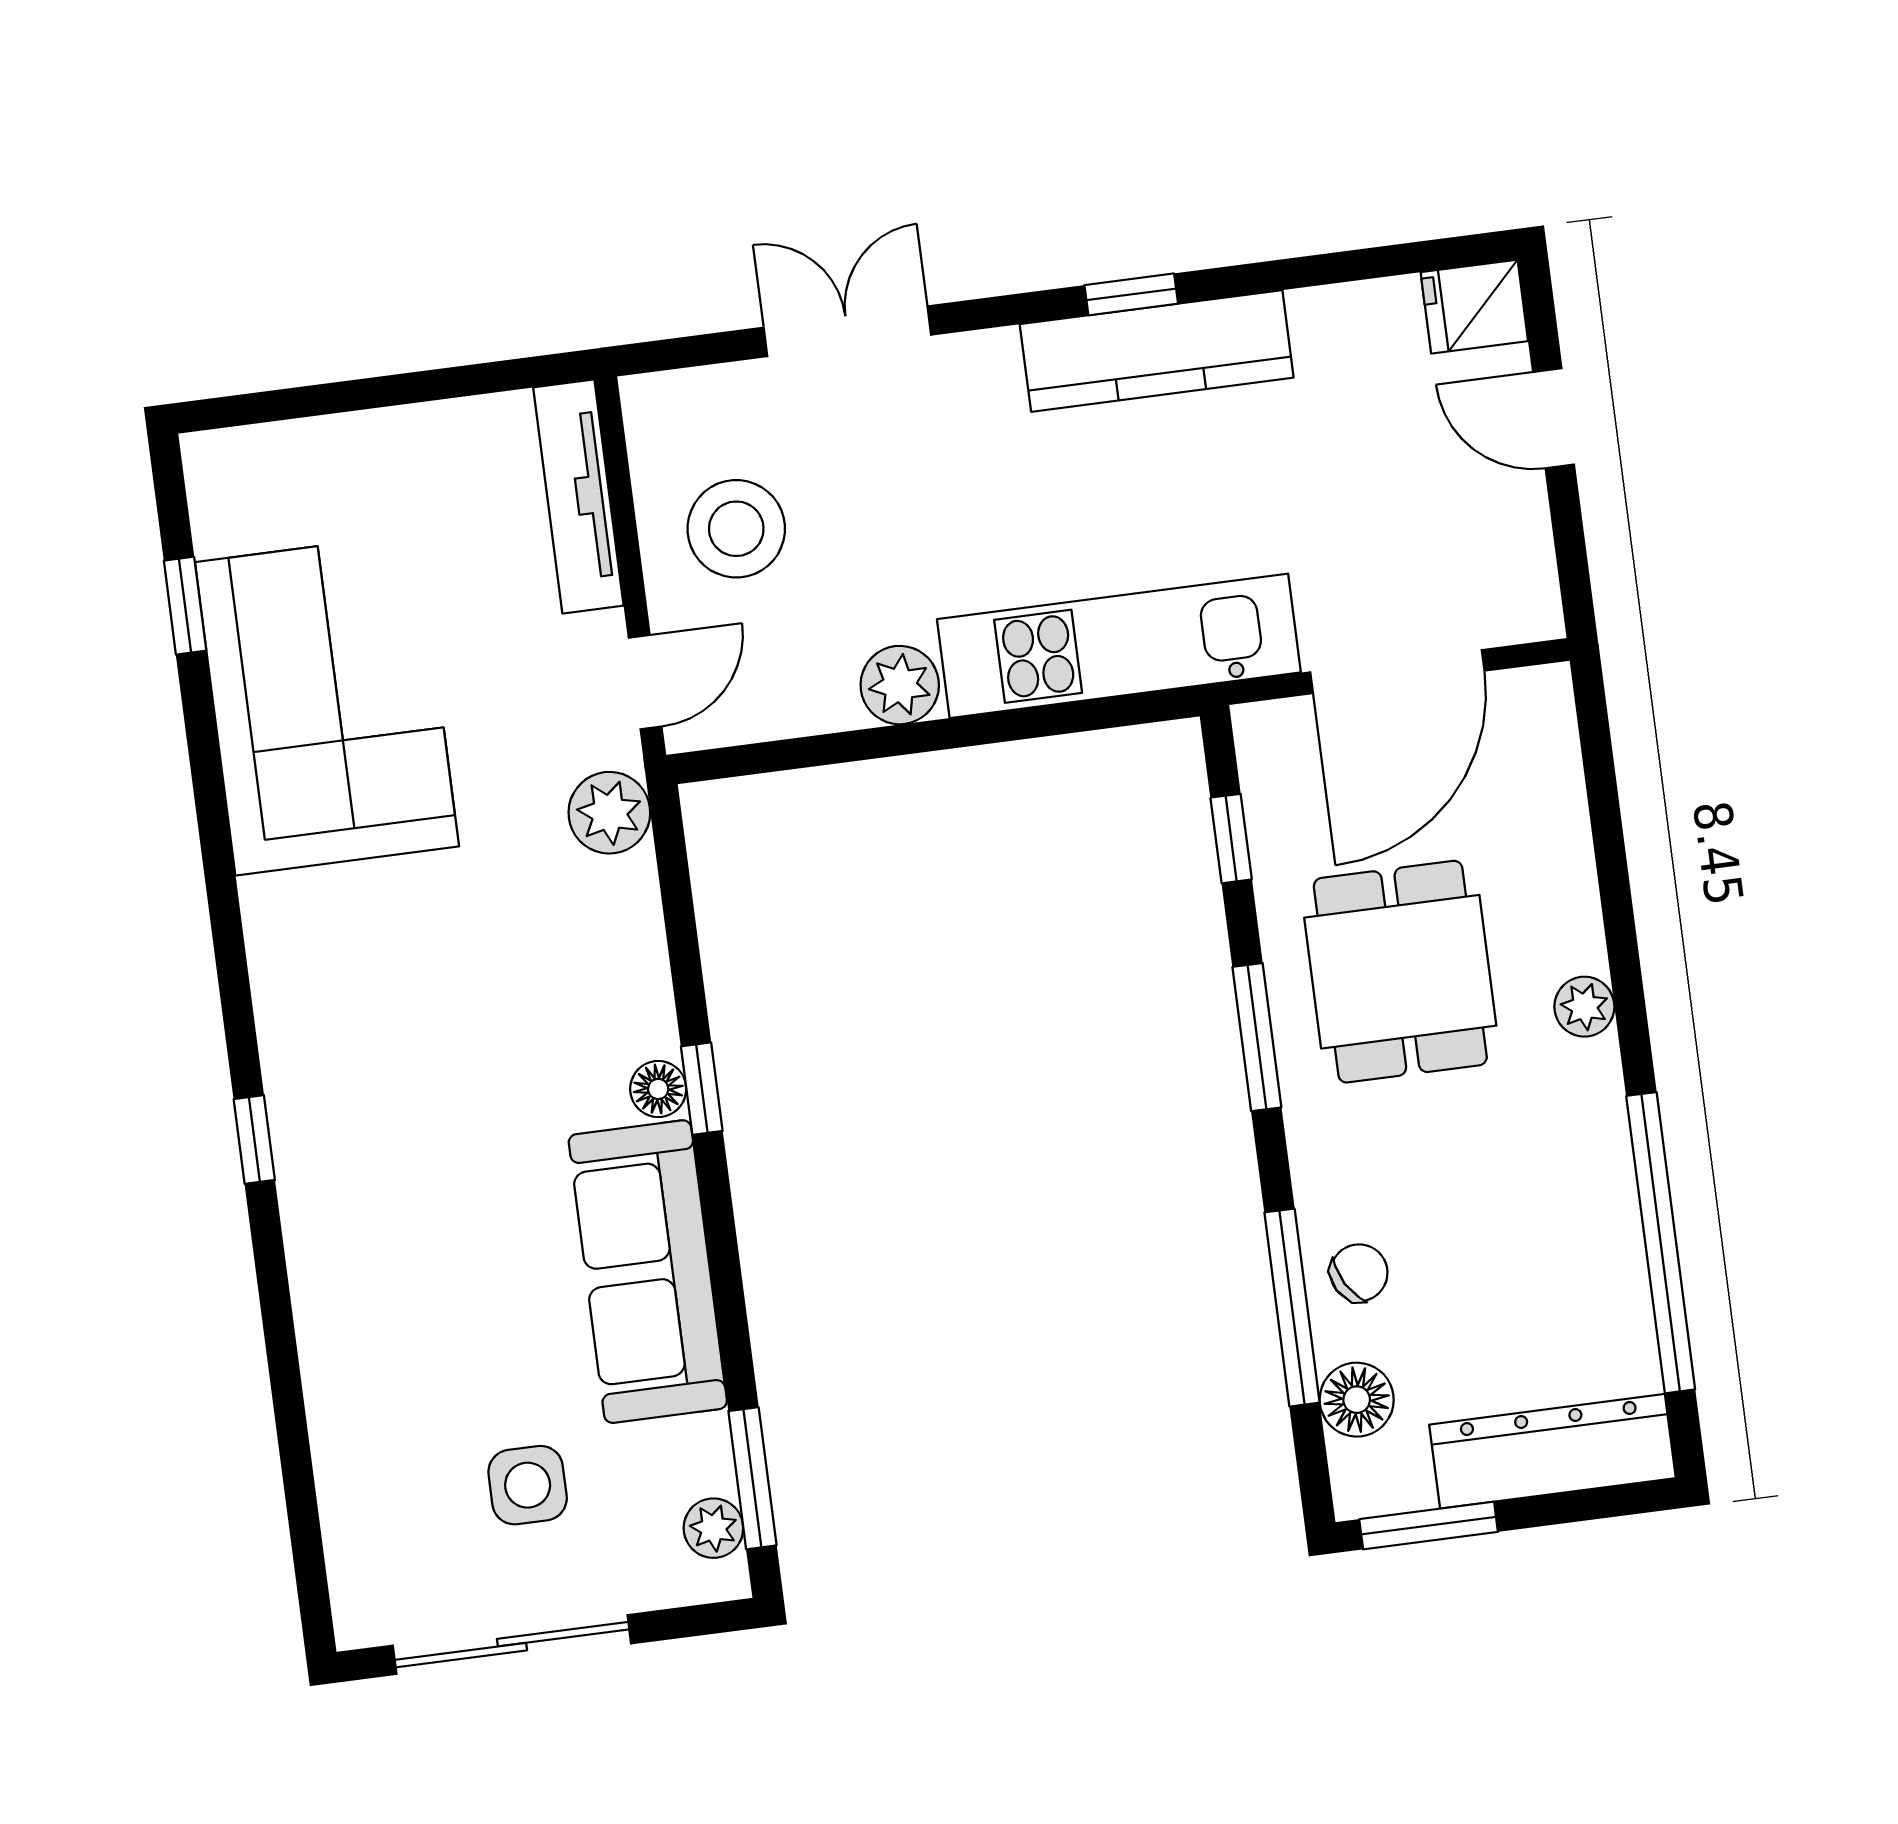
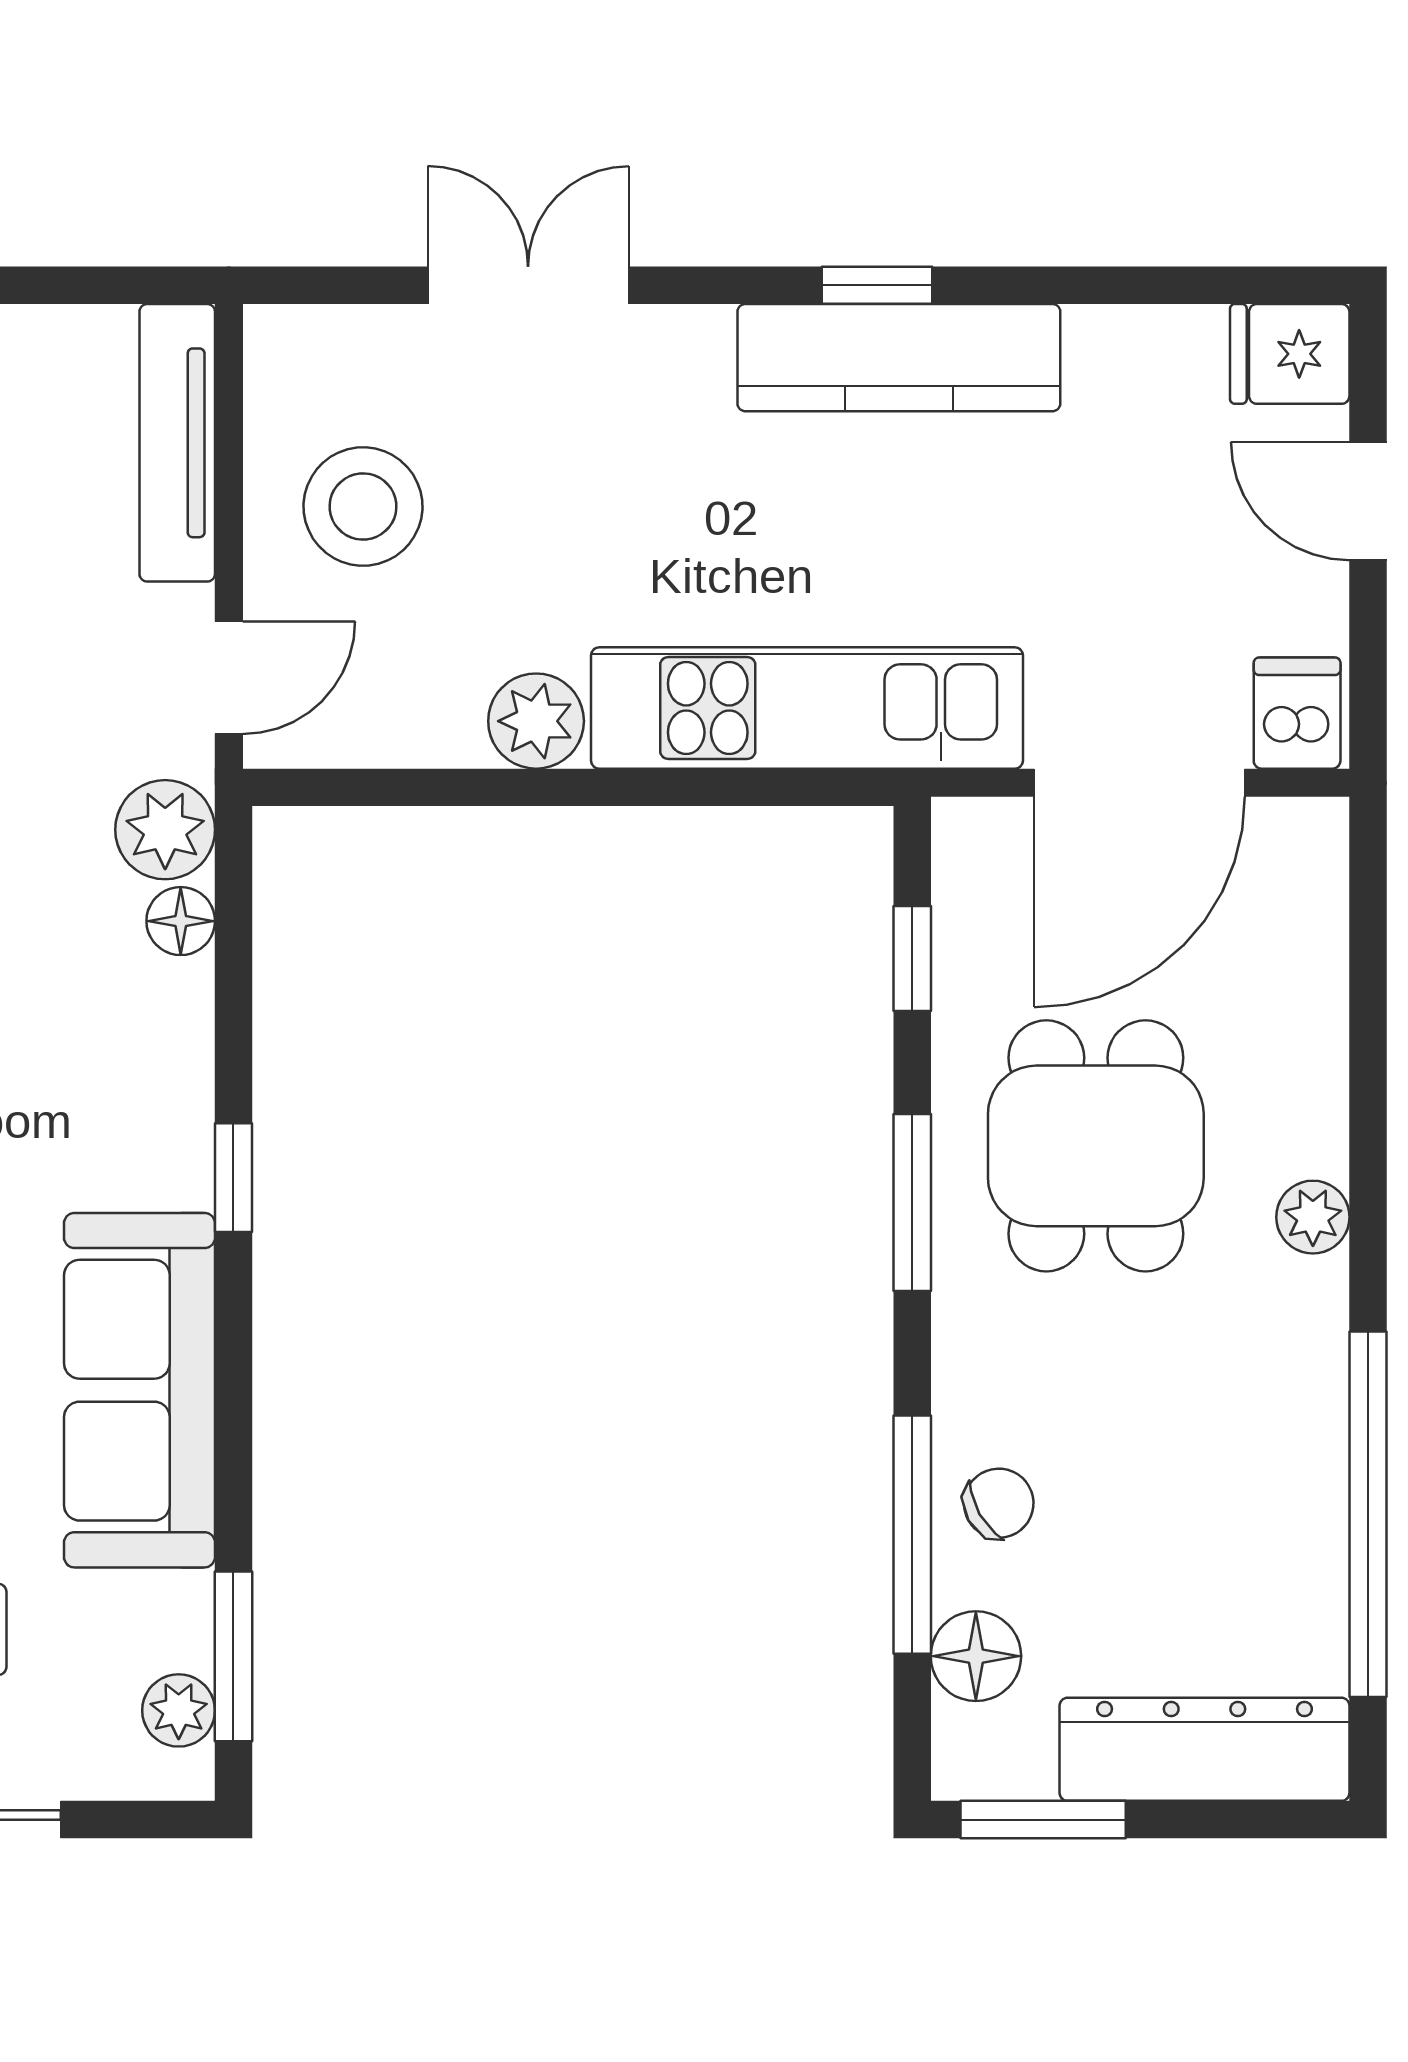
dishwasher: (1518, 598) -> (1297, 713), added
floor lamp: (658, 1089) -> (181, 921), moved

